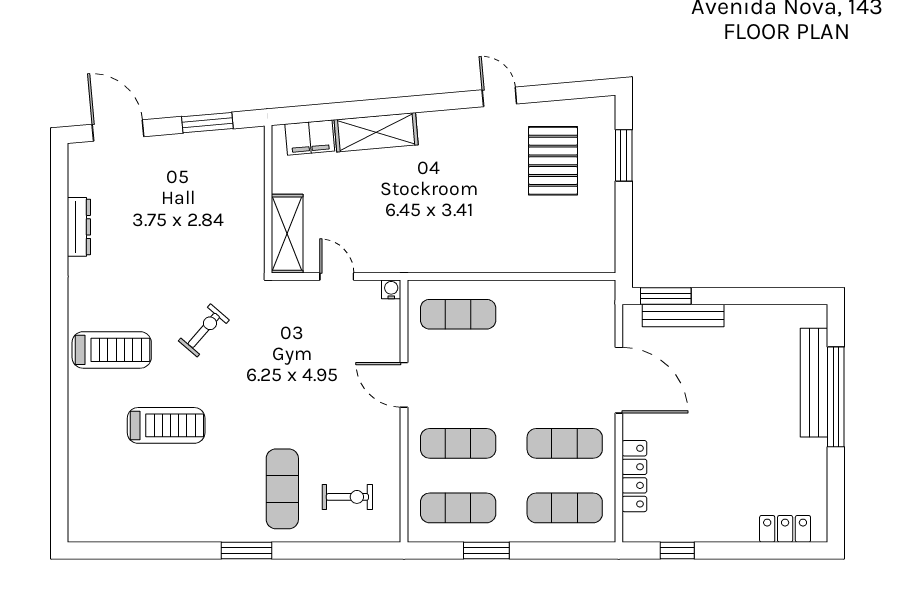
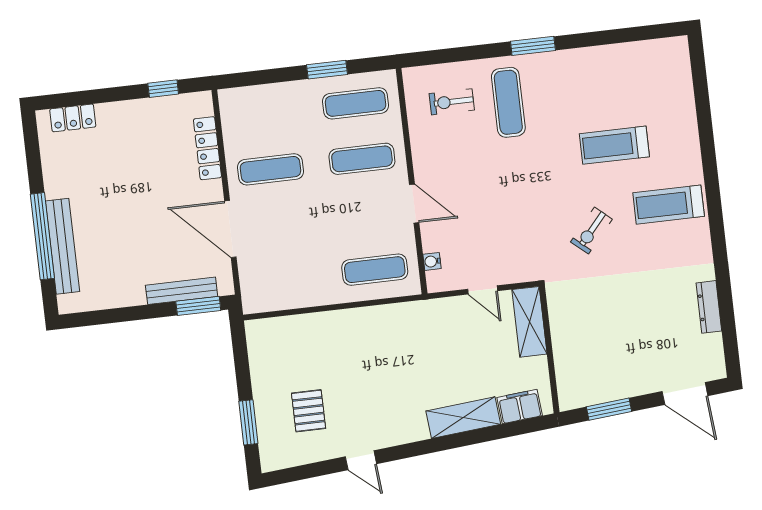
pallet: (553, 161) -> (309, 411), width x0.67, depth x0.71
water cooler: (391, 289) -> (432, 261), moved, turned 90
exercise mat: (565, 508) -> (264, 114), removed

